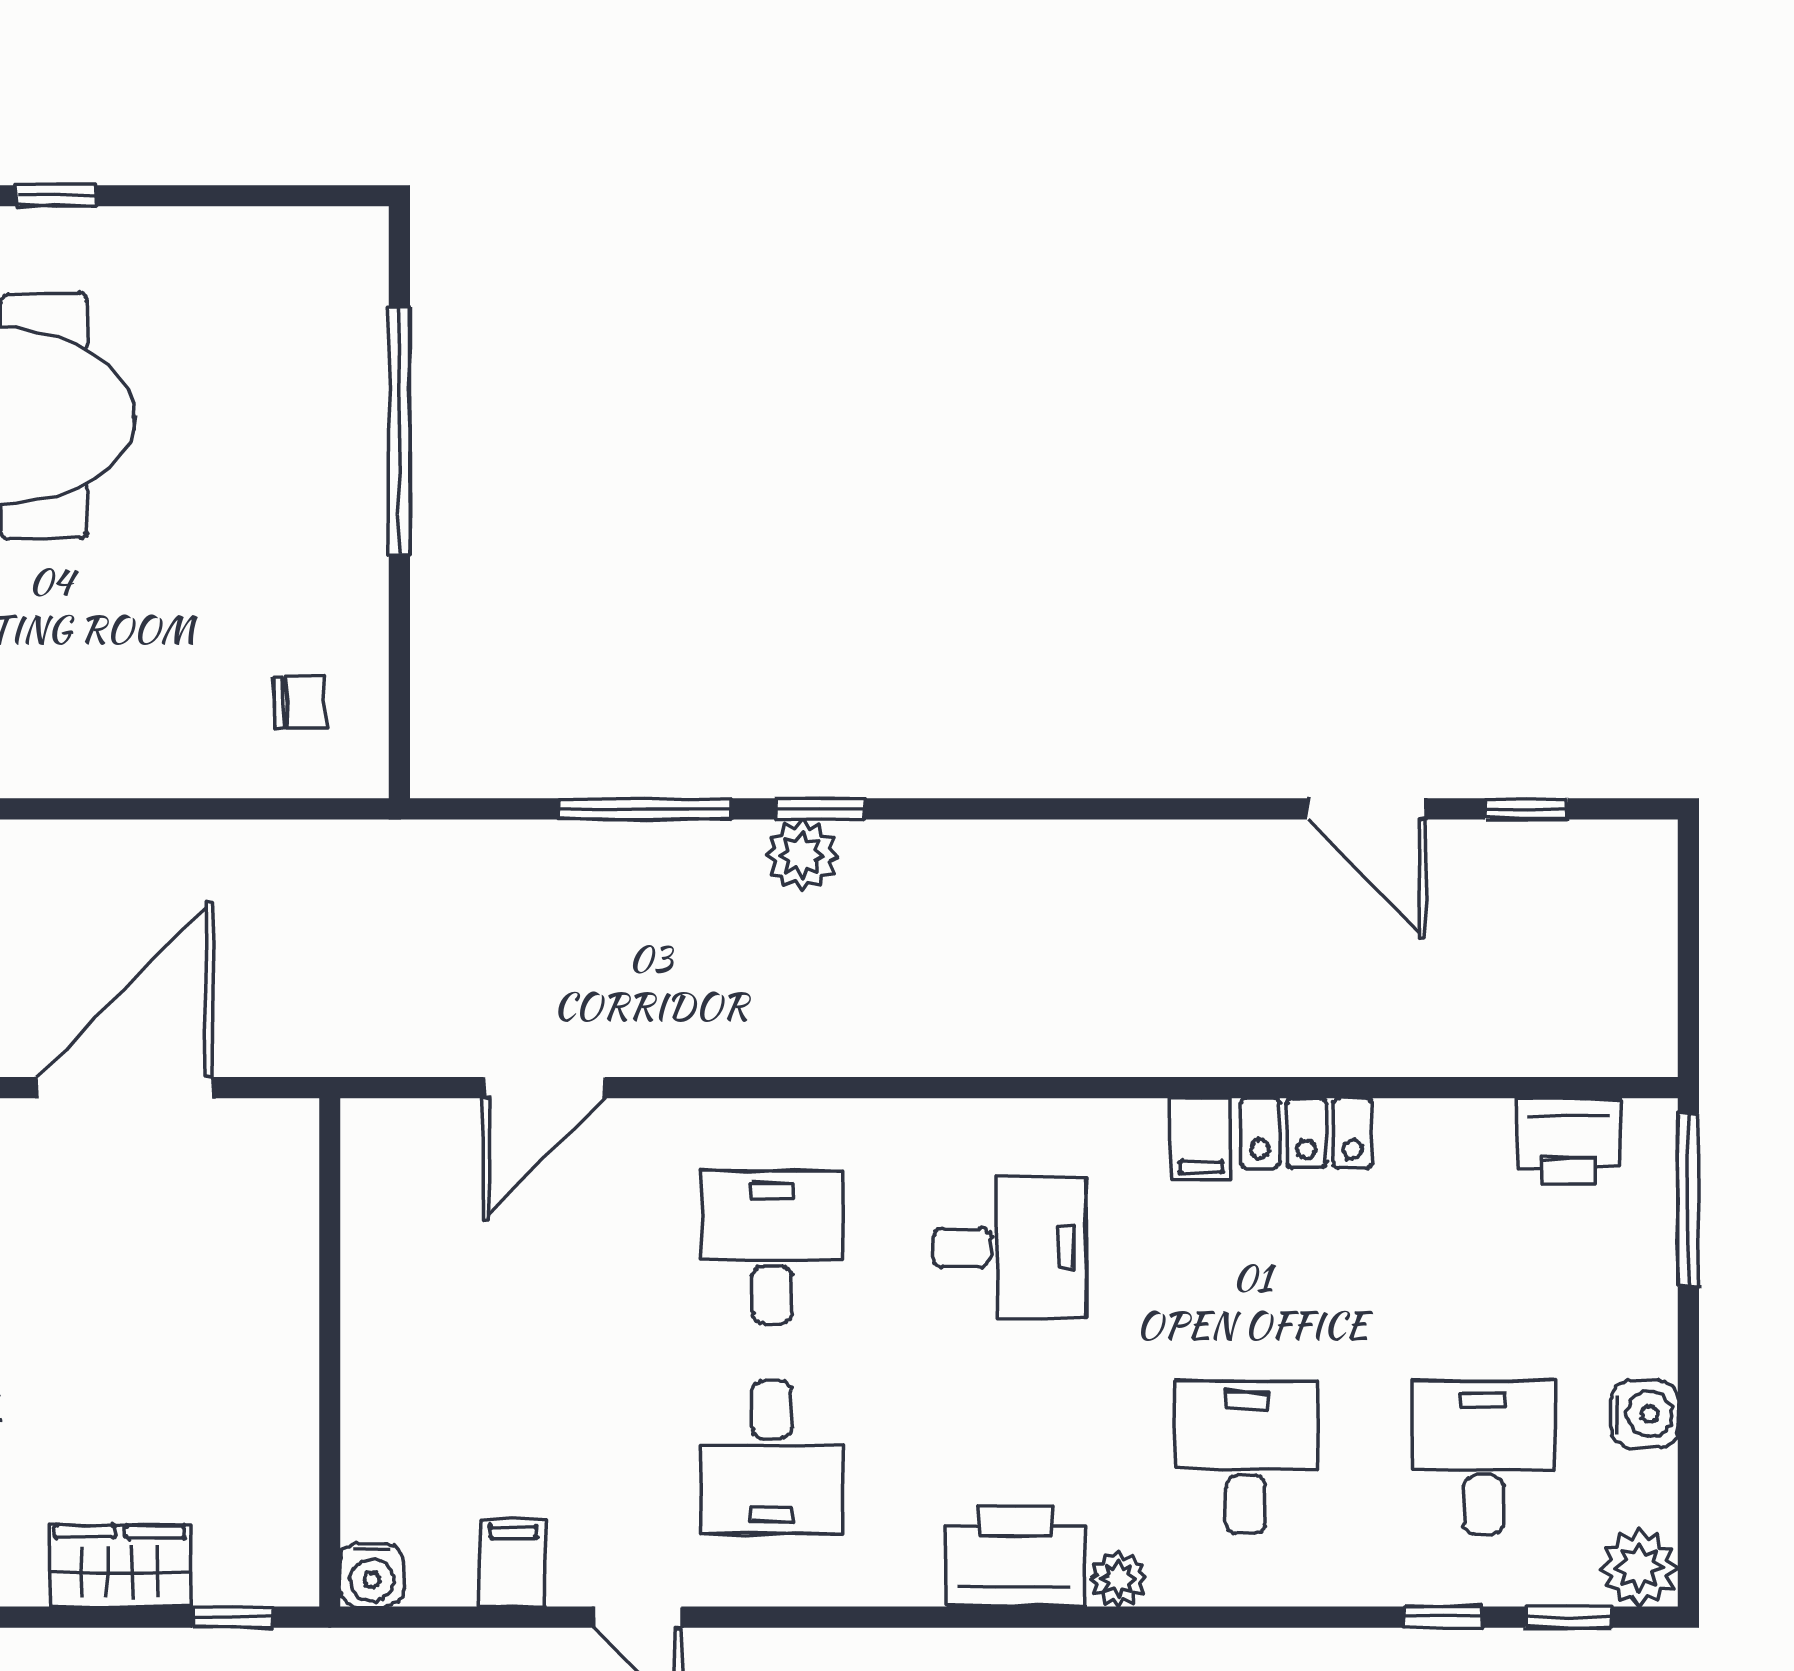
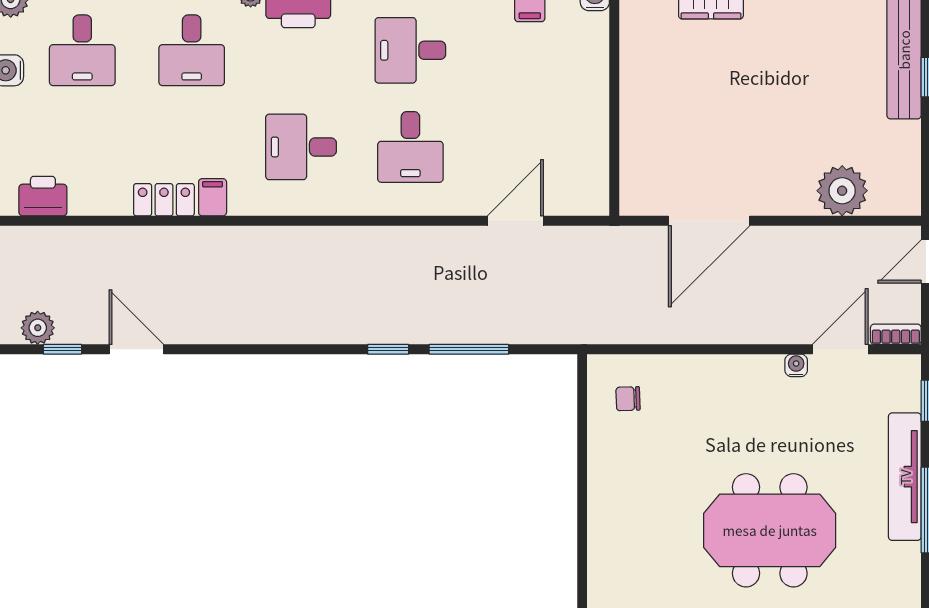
window: (399, 431) -> (582, 524), removed
plant: (802, 855) -> (38, 328), moved
desk: (772, 1457) -> (410, 50), turned -90

